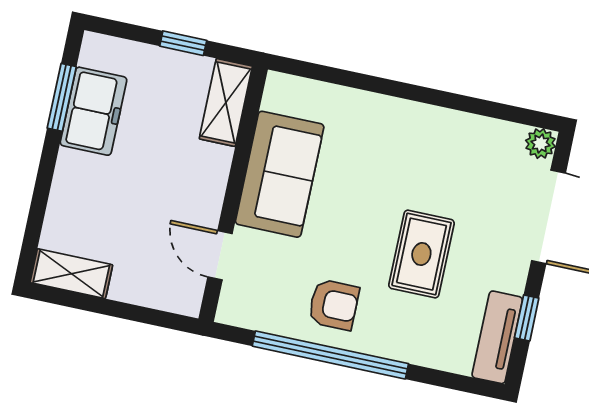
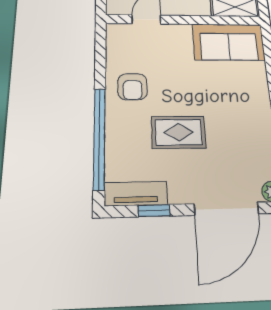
sofa: (280, 174) -> (229, 42), moved
window: (330, 355) -> (99, 138), moved

